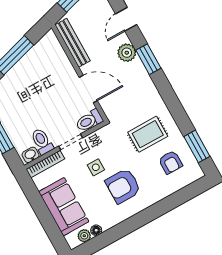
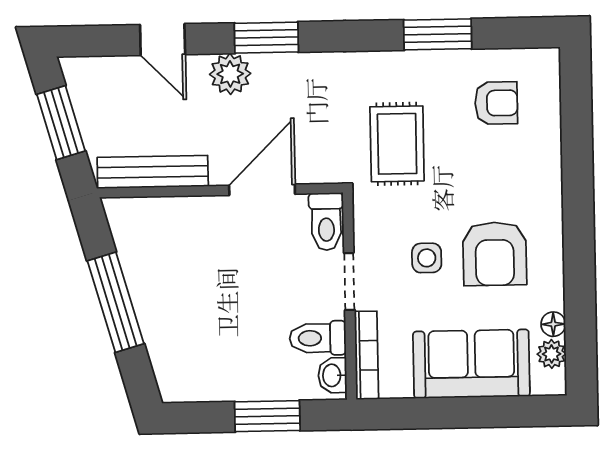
rug: (148, 134) -> (397, 144), moved
window: (197, 146) -> (438, 34), moved
armchair: (123, 186) -> (495, 254), moved

